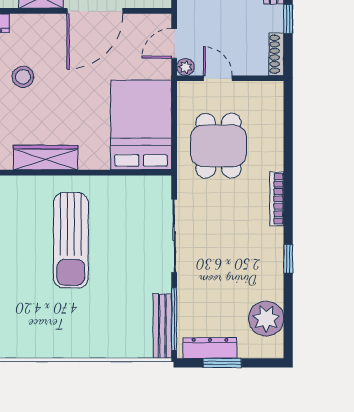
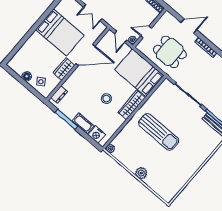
door: (95, 11) -> (86, 55), hinge flipped
stool: (23, 77) -> (106, 99), moved
door: (288, 141) -> (189, 26), added
wardrobe: (46, 158) -> (132, 105), moved

